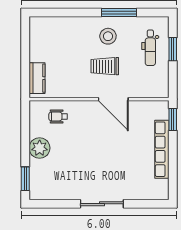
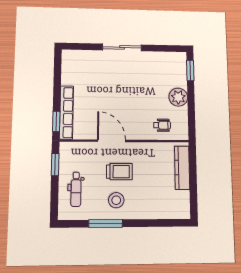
dental chair: (150, 48) -> (76, 189), turned 180
window: (173, 49) -> (55, 165), moved
kitchen counter: (37, 78) -> (182, 168), width x1.50
row of seats: (162, 149) -> (67, 112), moved

